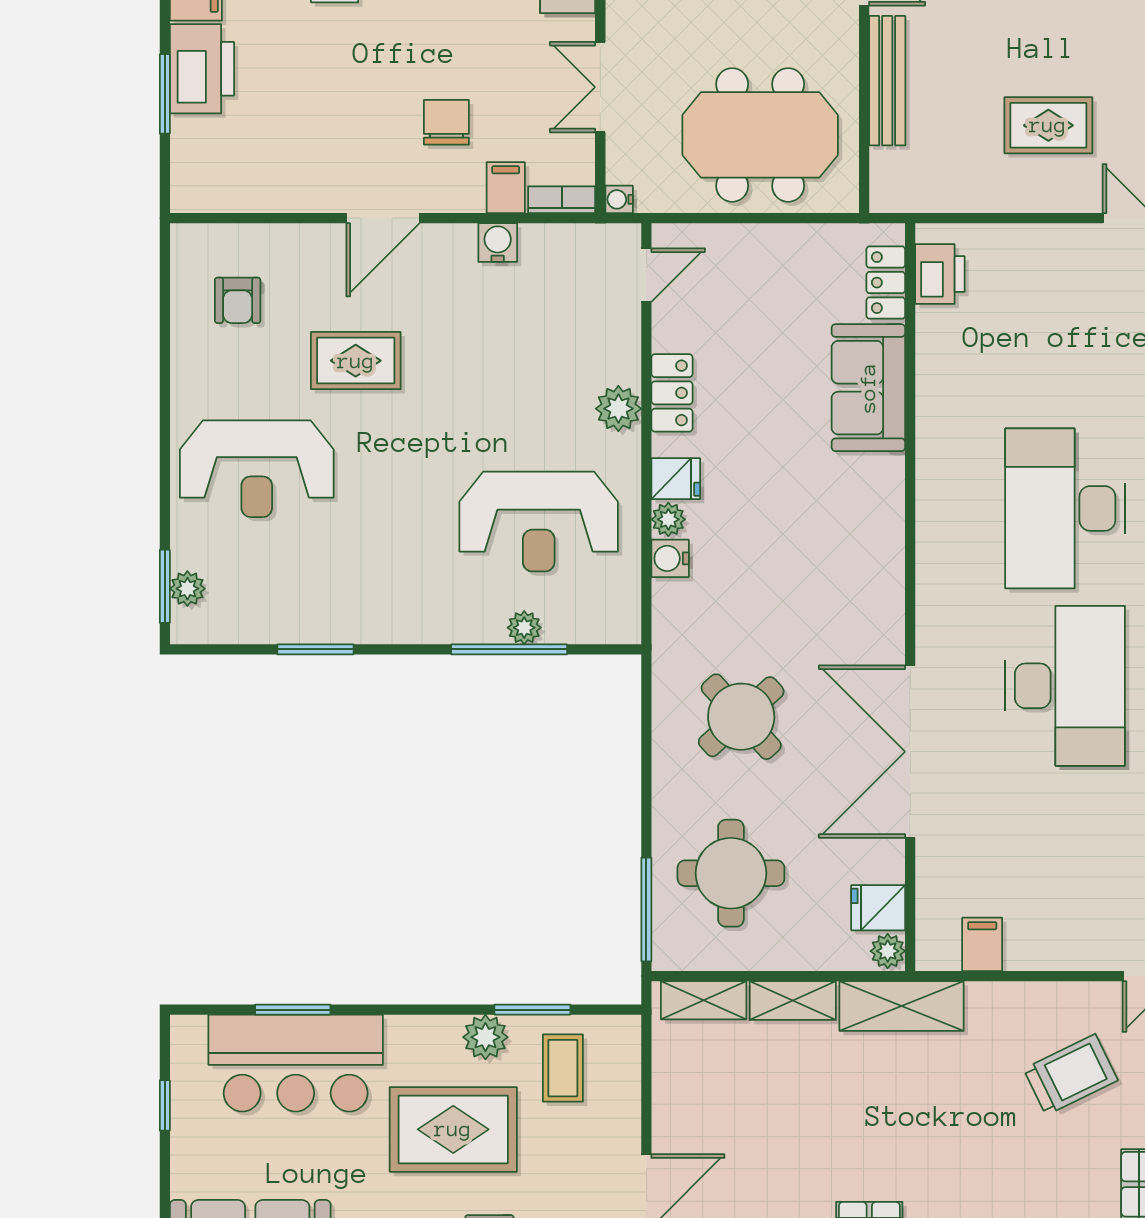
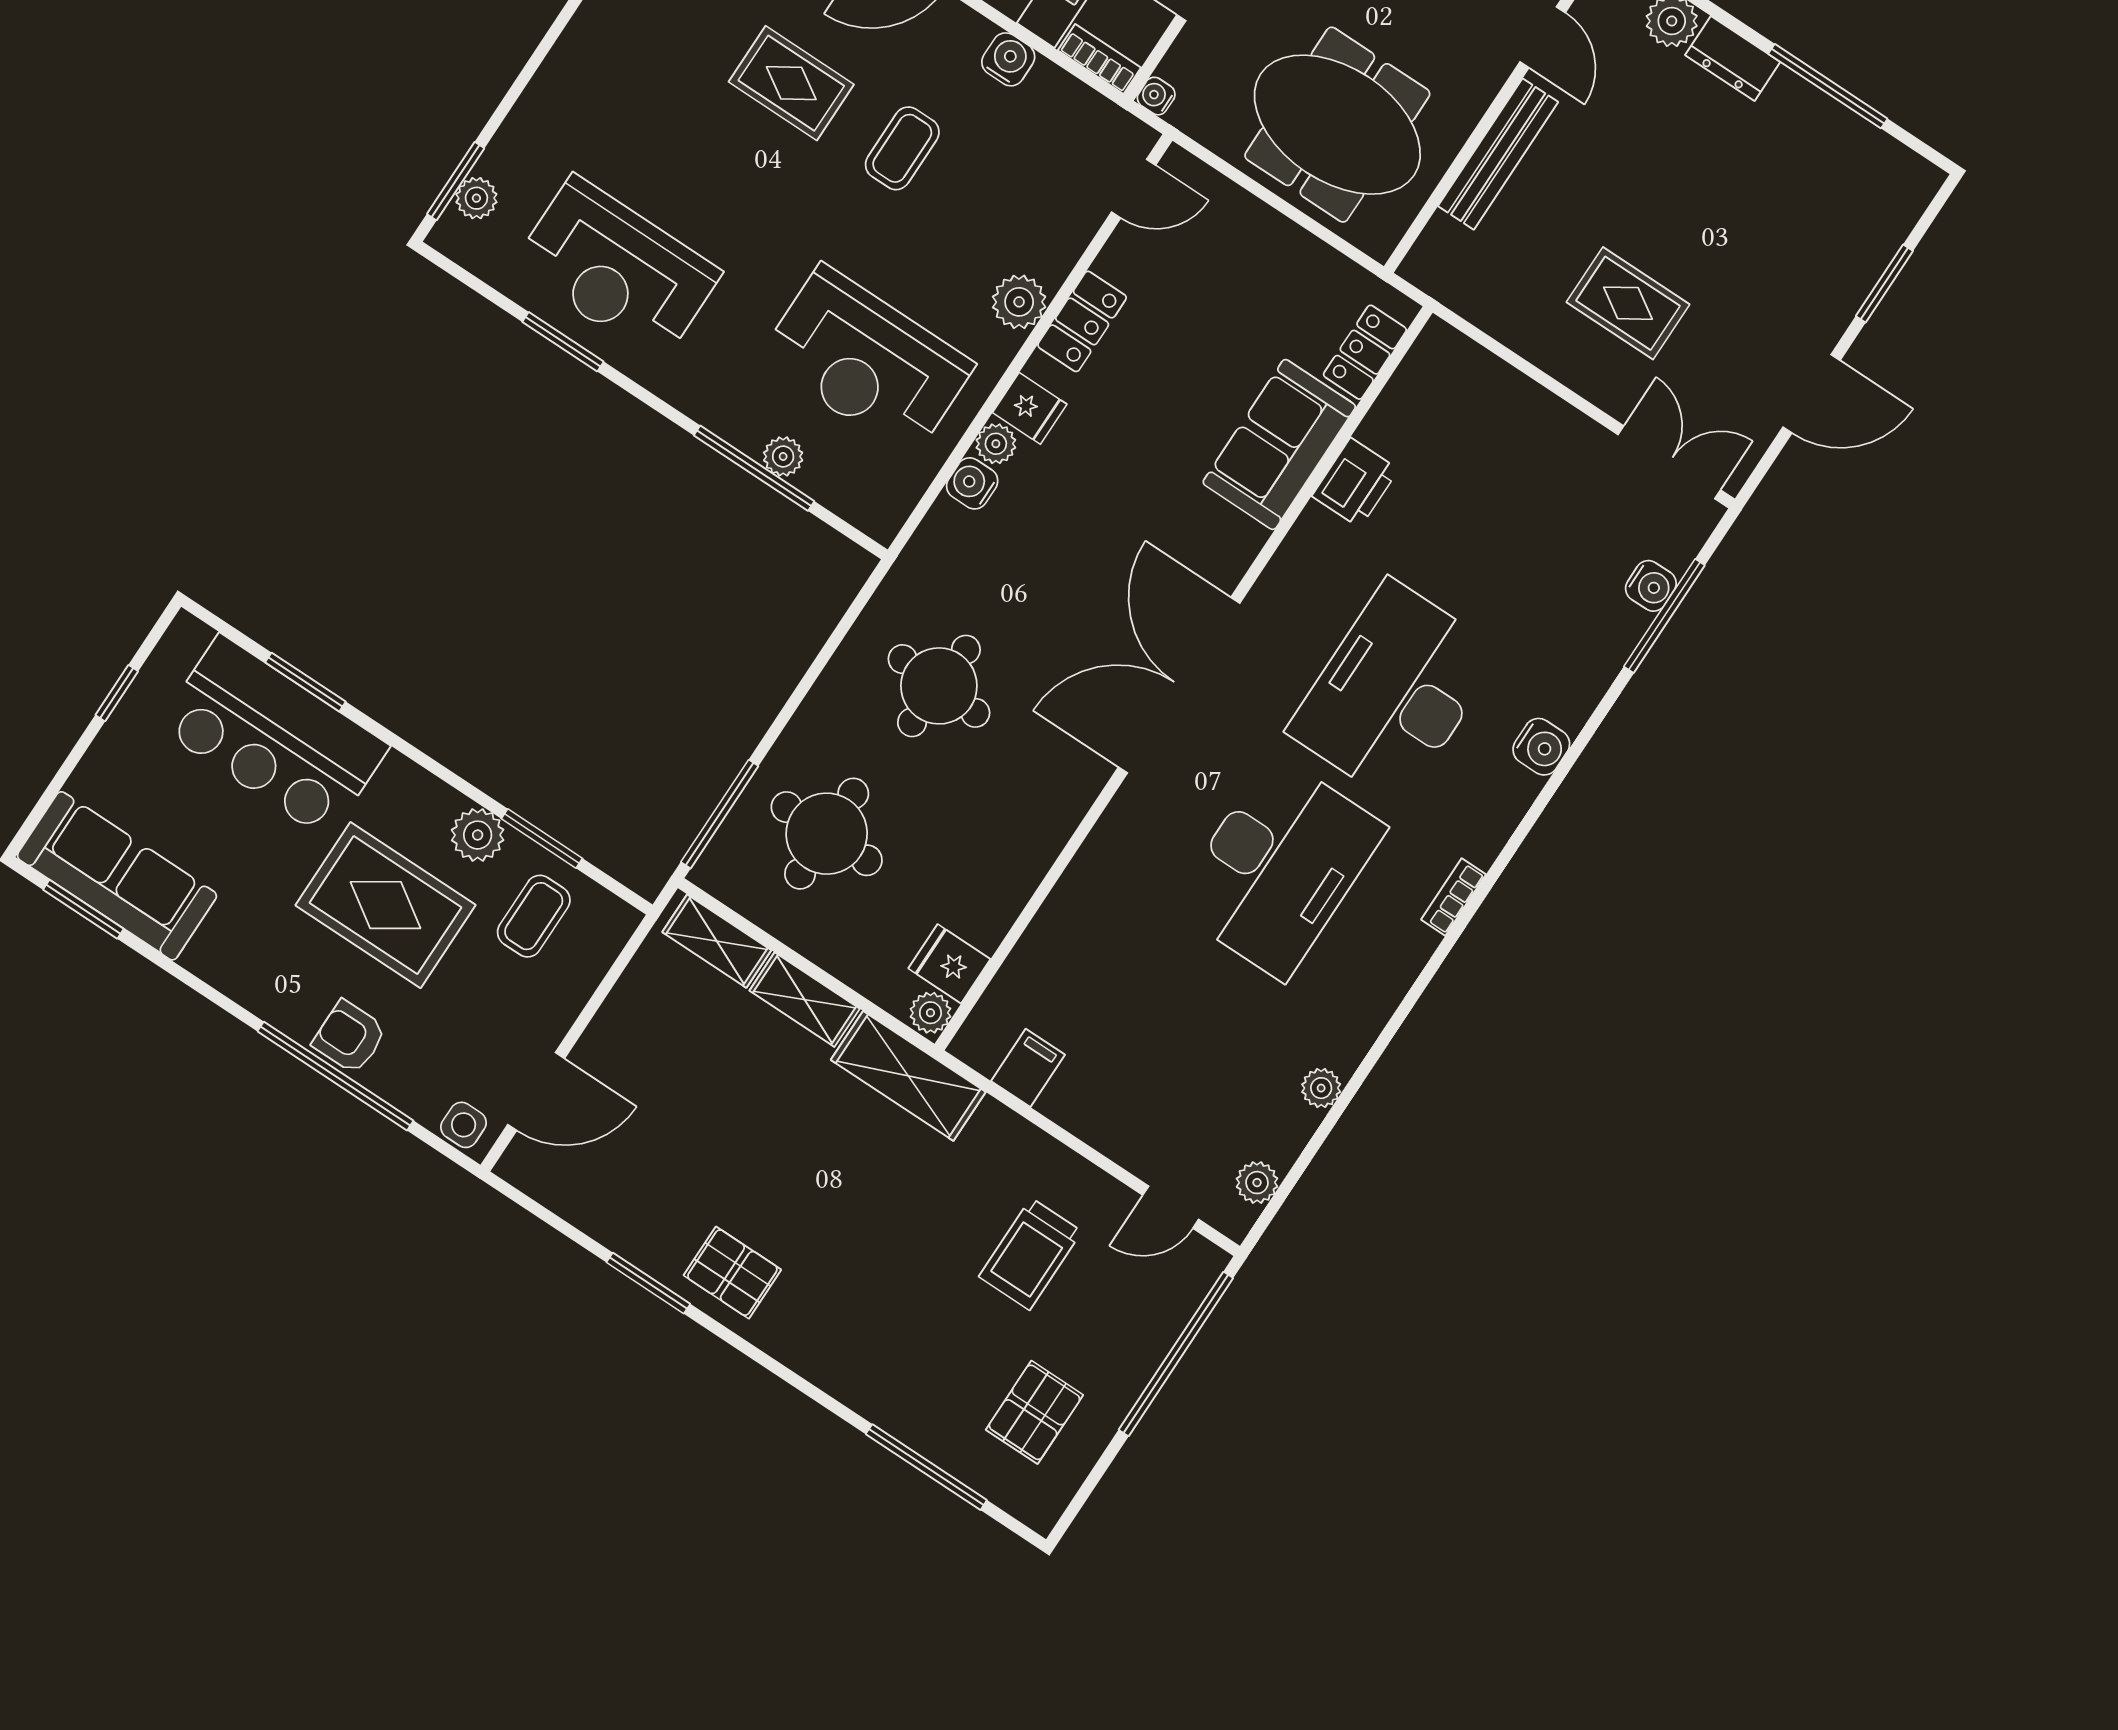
printer: (940, 274) -> (1355, 483), moved
coffee table: (464, 355) -> (902, 148), added
reception desk: (257, 469) -> (617, 269), moved
round table: (741, 717) -> (939, 686), turned 45
double door: (910, 752) -> (1179, 685), moved
trolley: (1071, 1075) -> (1030, 1254), turned 116

